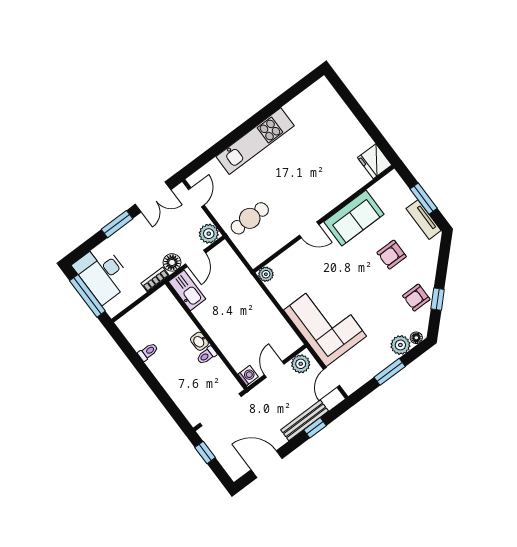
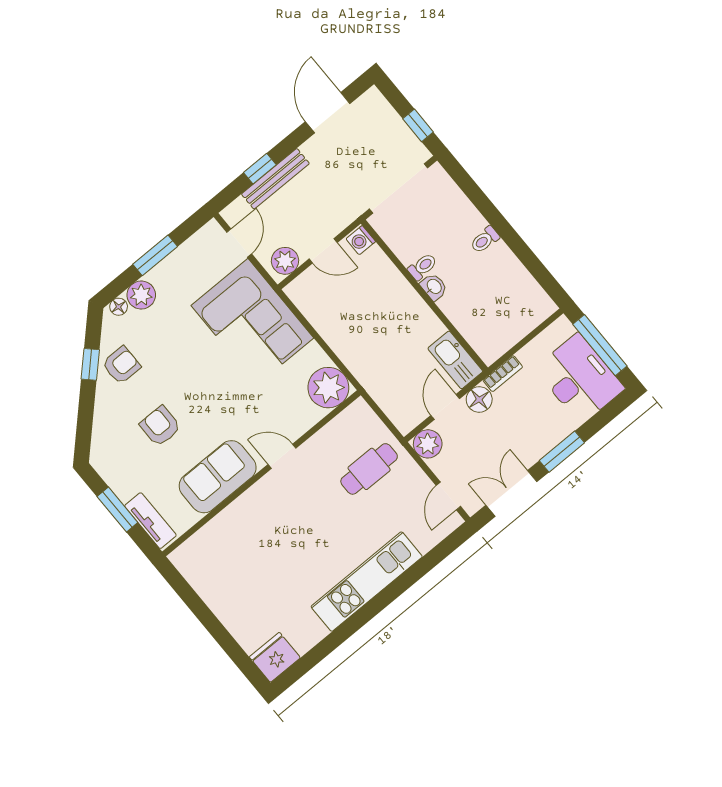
fridge: (375, 161) -> (275, 657), moved, turned -90
tv unit: (424, 220) -> (150, 521), moved
armchair: (392, 255) -> (160, 426), turned -90
plant: (266, 274) -> (328, 388), width x1.87, depth x1.87
toilet: (148, 352) -> (485, 240), moved
door: (274, 369) -> (323, 251), hinge flipped
door: (267, 464) -> (328, 113), swing flipped

